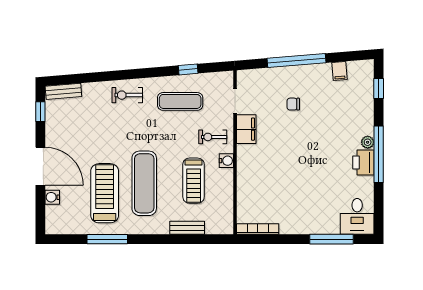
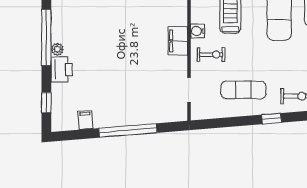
window: (188, 69) -> (272, 119), moved
chair: (293, 104) -> (131, 87), removed
filing cabinet: (246, 129) -> (178, 41), moved
printer: (363, 163) -> (61, 69), moved

